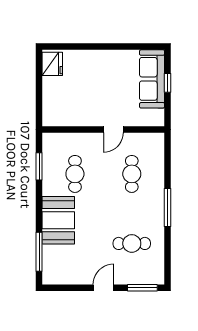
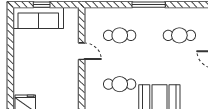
cafe table: (132, 243) -> (179, 35), turned 90

